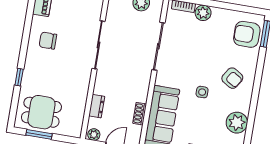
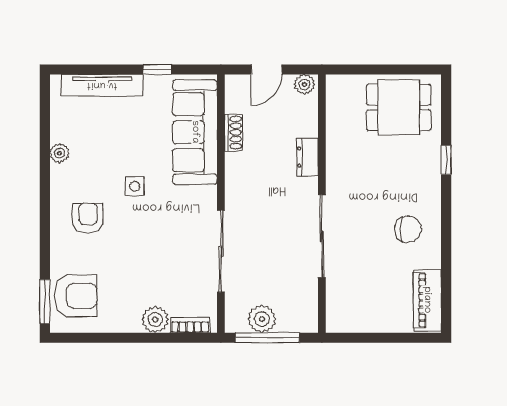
armchair: (232, 78) -> (88, 218), turned 58
dresser: (97, 106) -> (308, 157), moved
plant: (237, 123) -> (59, 153), width x0.53, depth x0.53
window: (39, 134) -> (396, 69), removed

